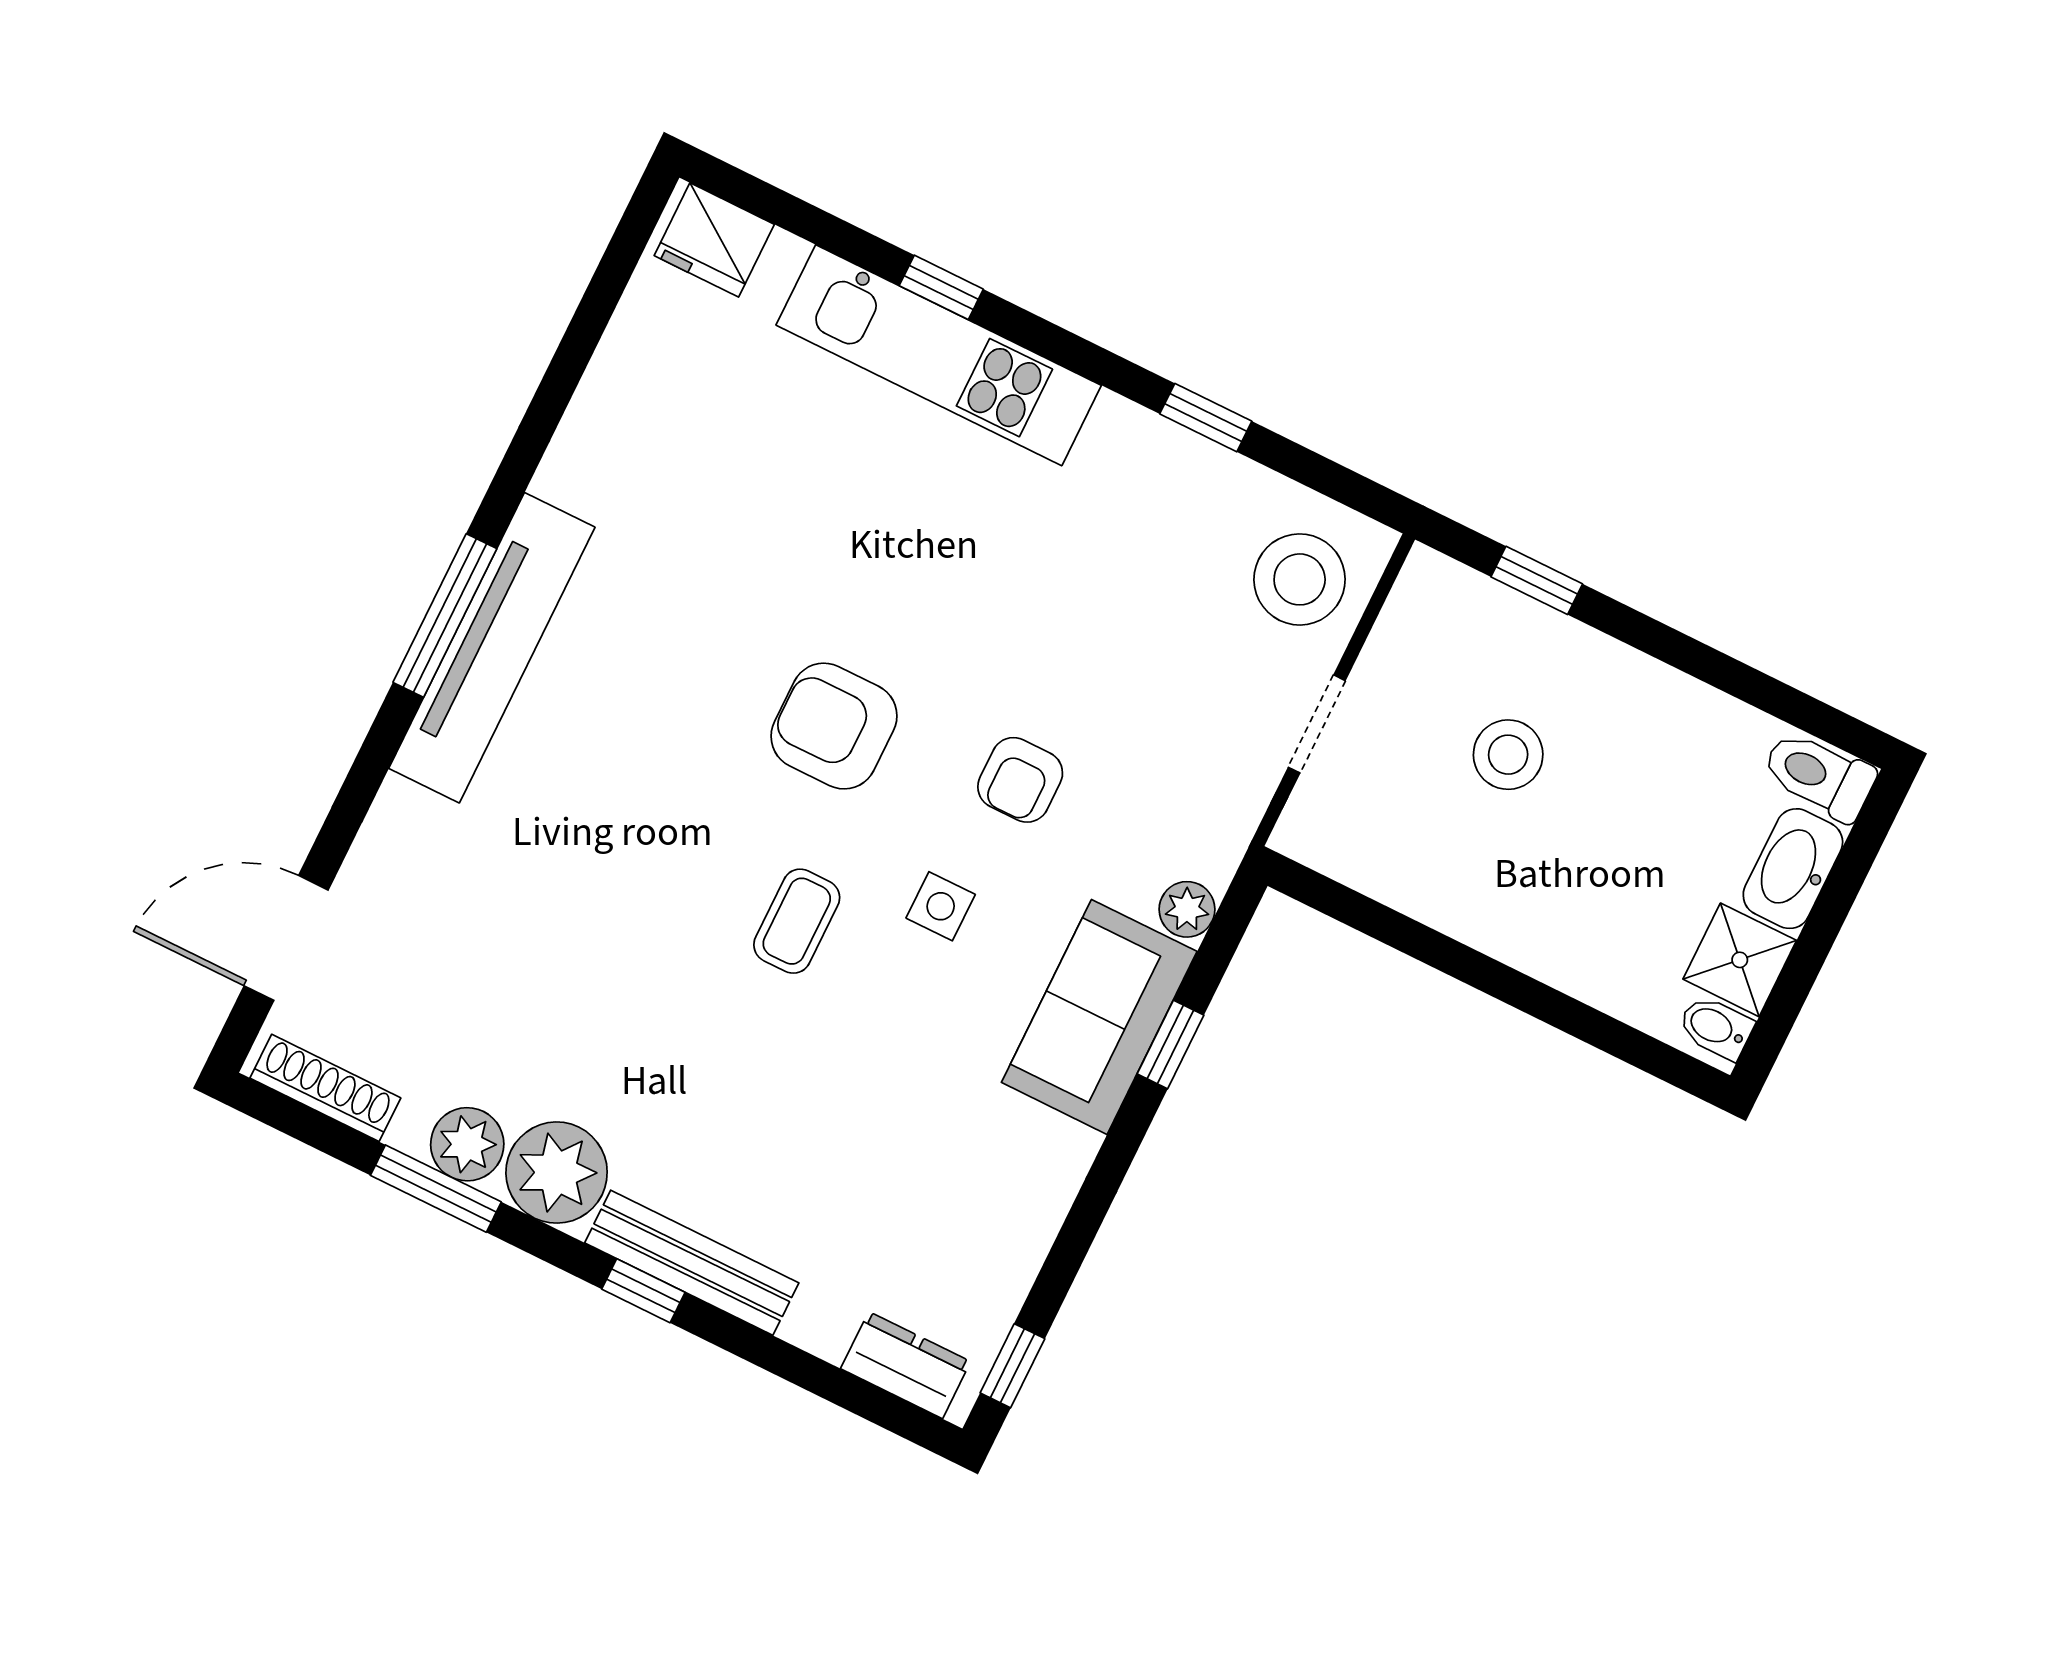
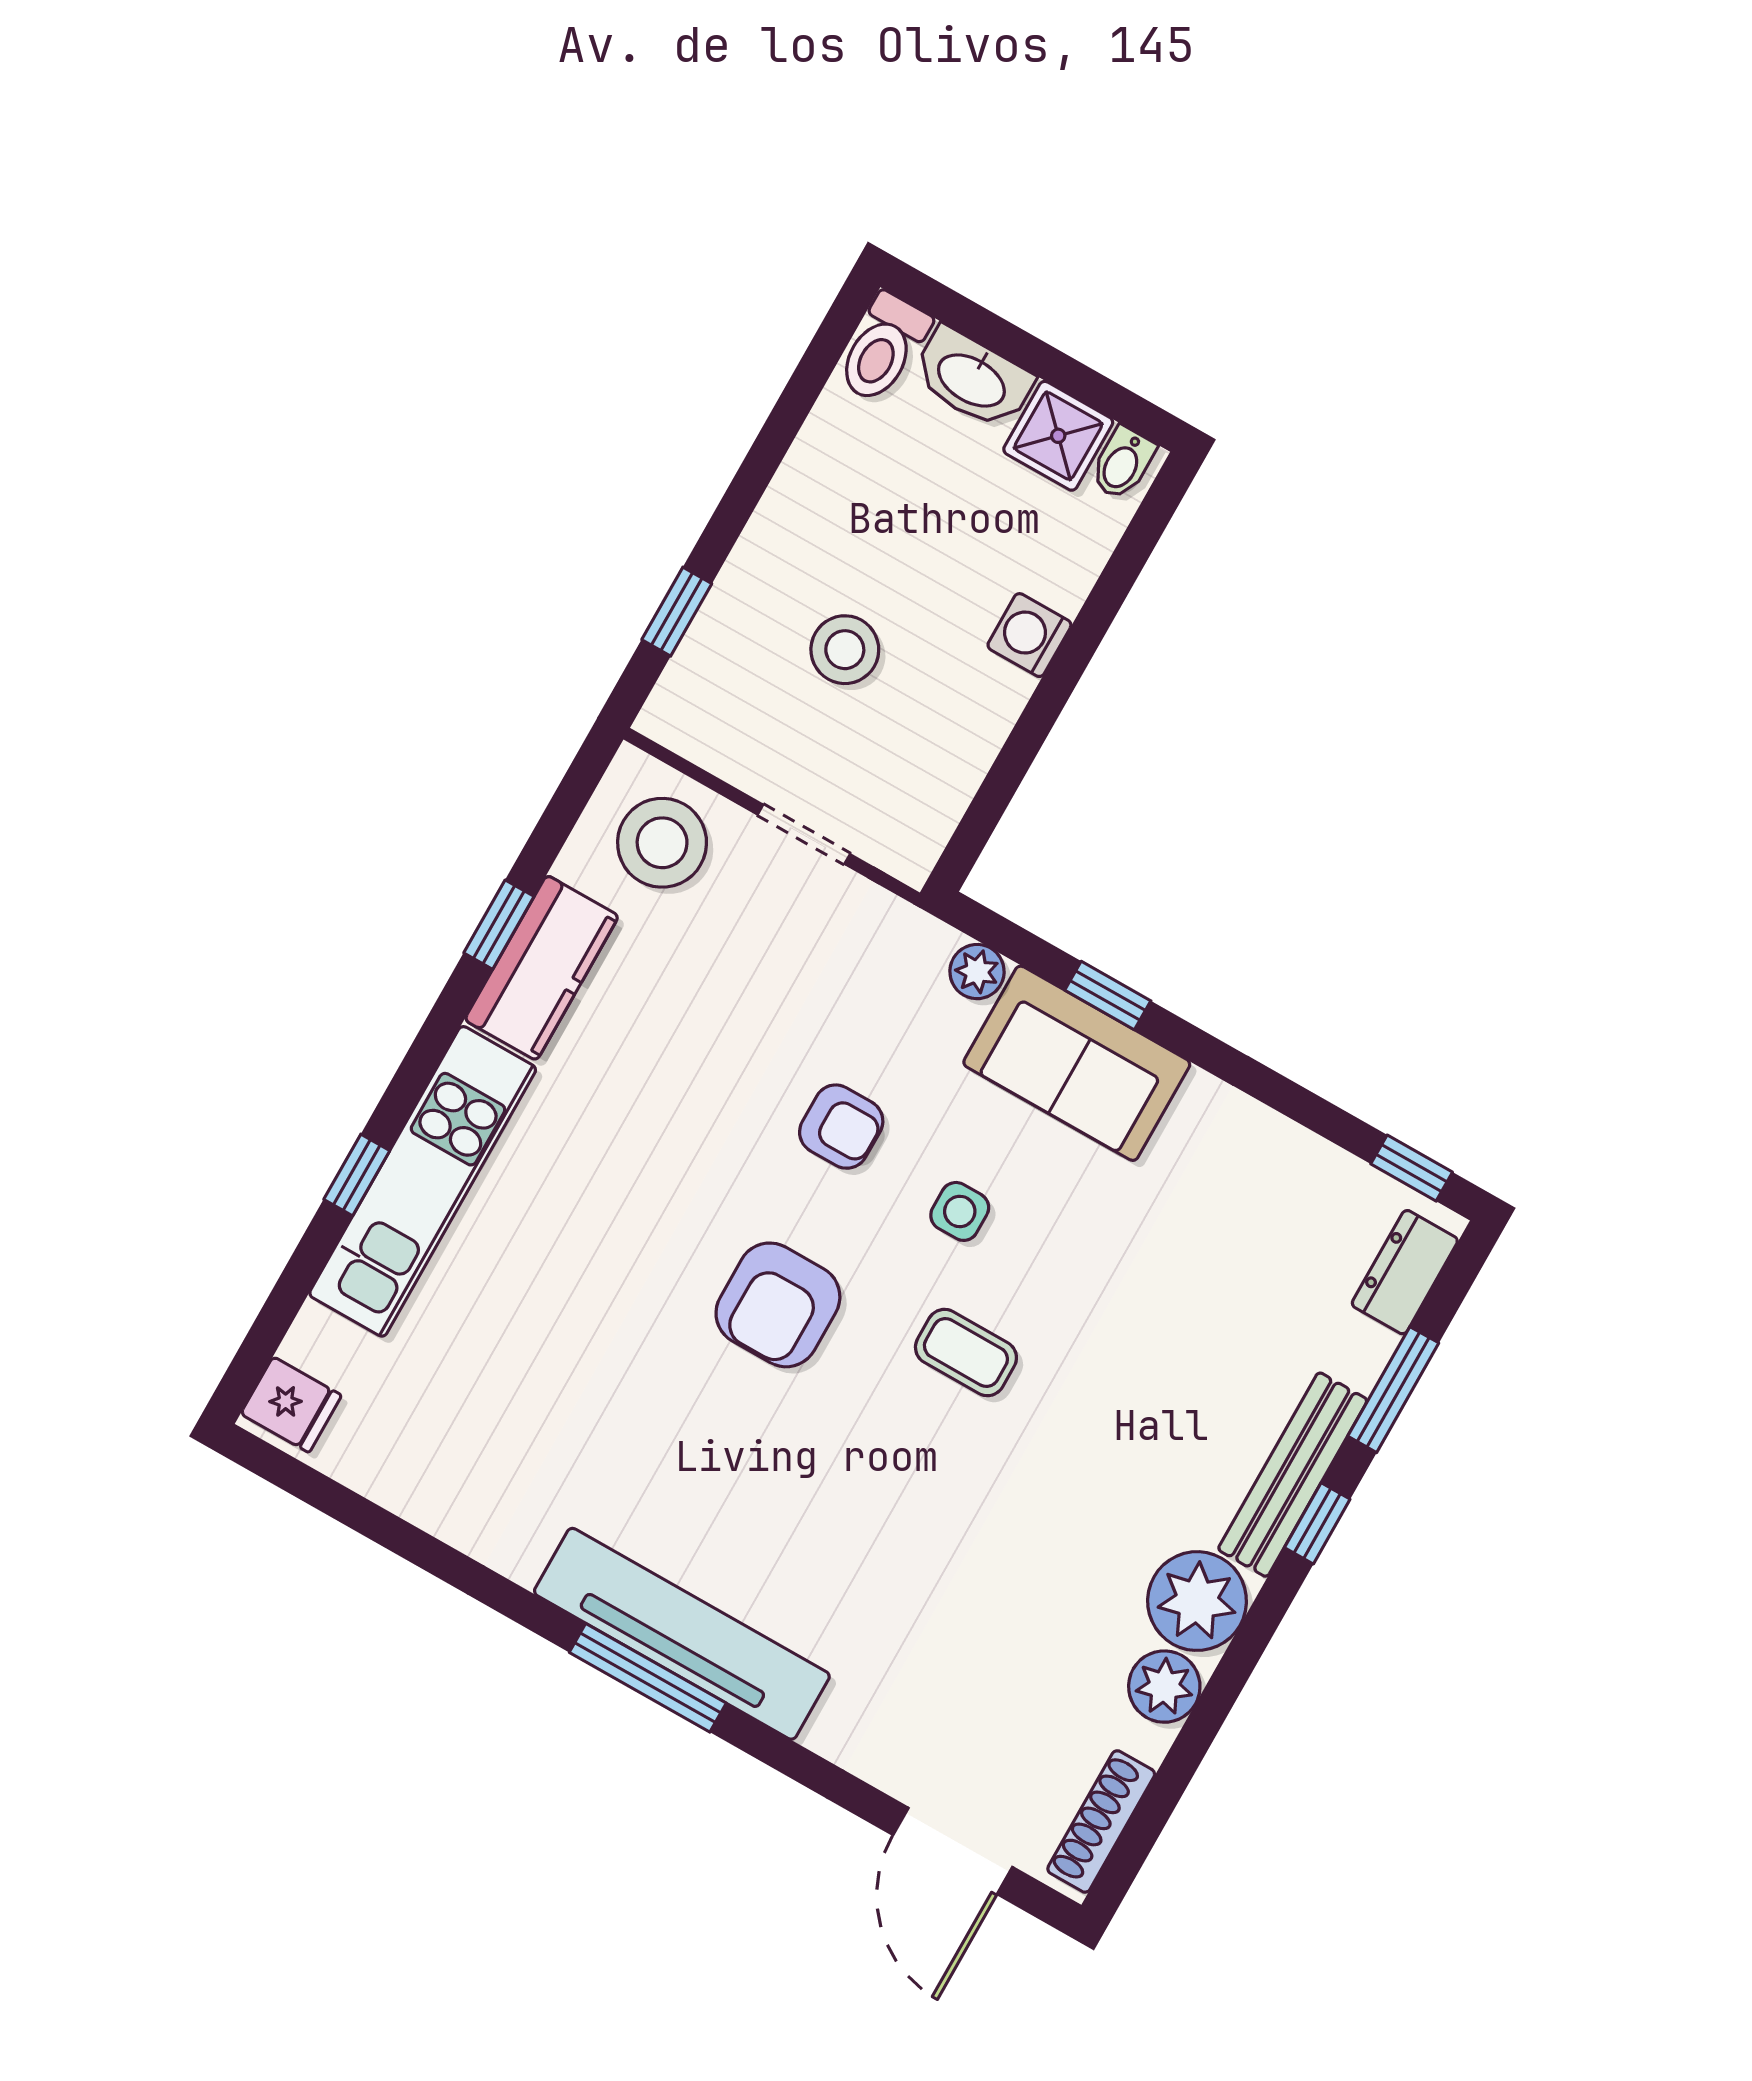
fridge: (714, 240) -> (291, 1405), width x0.72
kitchen counter: (1164, 464) -> (542, 968), added
washing machine: (1534, 943) -> (1029, 635), added
window: (436, 1189) -> (1393, 1390), moved

